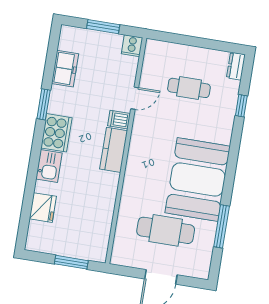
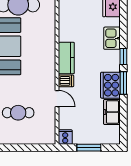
door: (135, 98) -> (57, 99), swing flipped
cooker: (56, 133) -> (110, 85), moved
window: (38, 139) -> (123, 56), added

